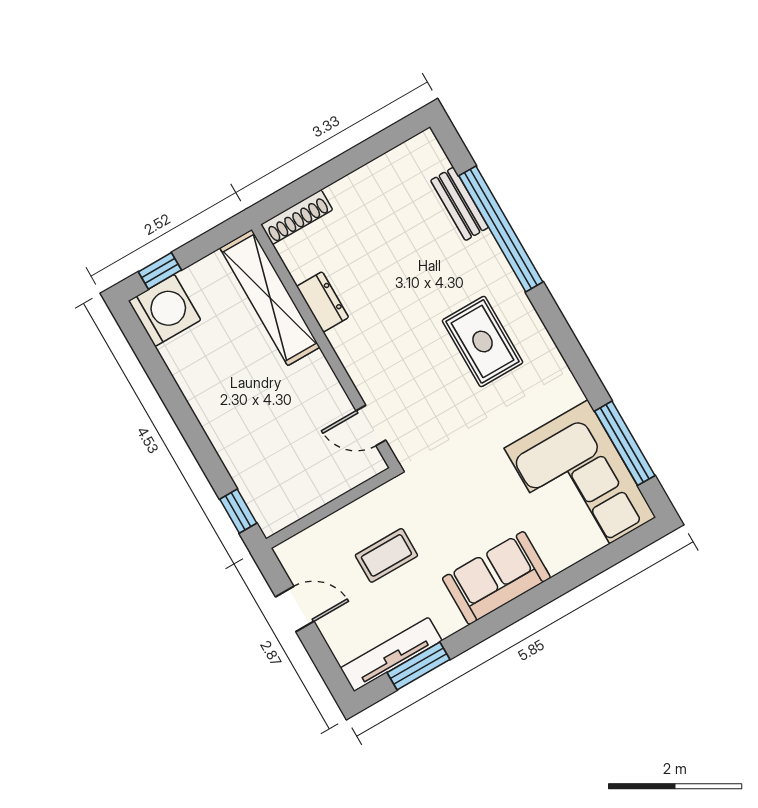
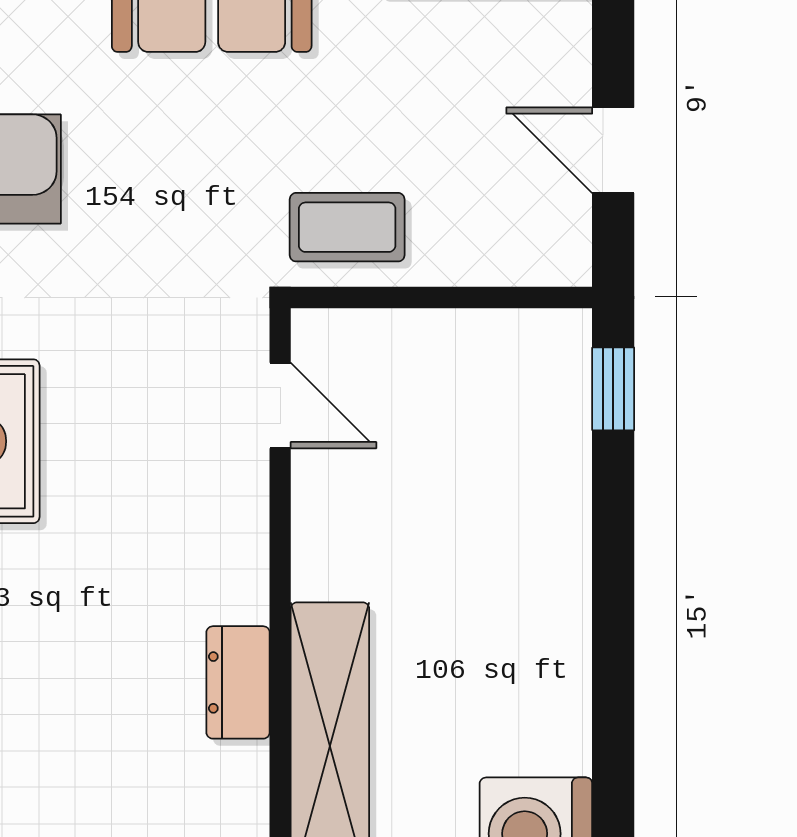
coffee table: (386, 555) -> (347, 227), moved

